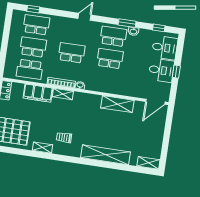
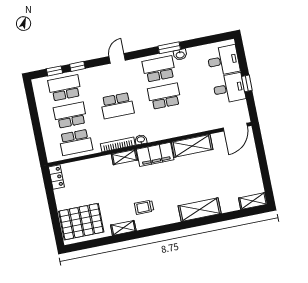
window: (159, 28) -> (77, 66), moved
school desk: (72, 53) -> (117, 106), turned 180
filing cabinet: (38, 93) -> (155, 154), moved
shelving: (106, 155) -> (200, 210), width x0.68

